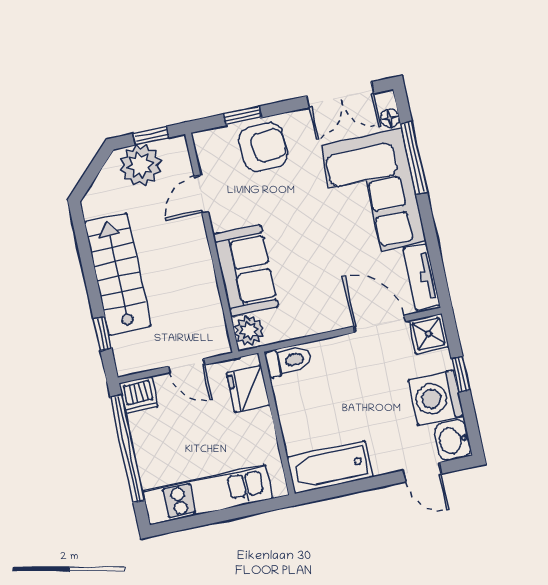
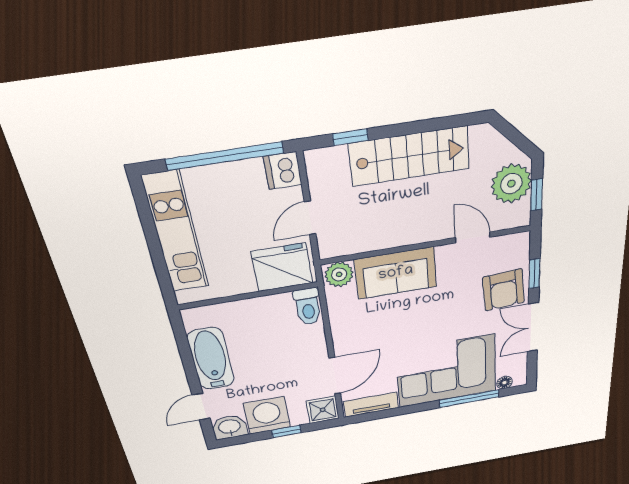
double door: (340, 95) -> (533, 327), moved
fridge: (248, 389) -> (282, 267), width x1.36, depth x1.34
bathtub: (330, 467) -> (211, 359), moved

